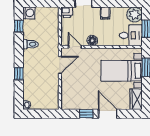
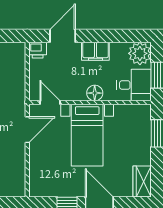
filing cabinet: (105, 13) -> (95, 51), width x2.00
floor lamp: (92, 41) -> (95, 93), moved
bed with nightstands: (122, 71) -> (87, 135), moved, turned -90

